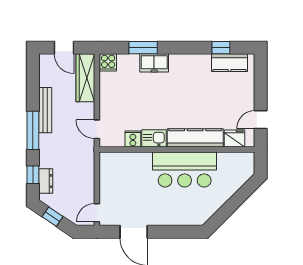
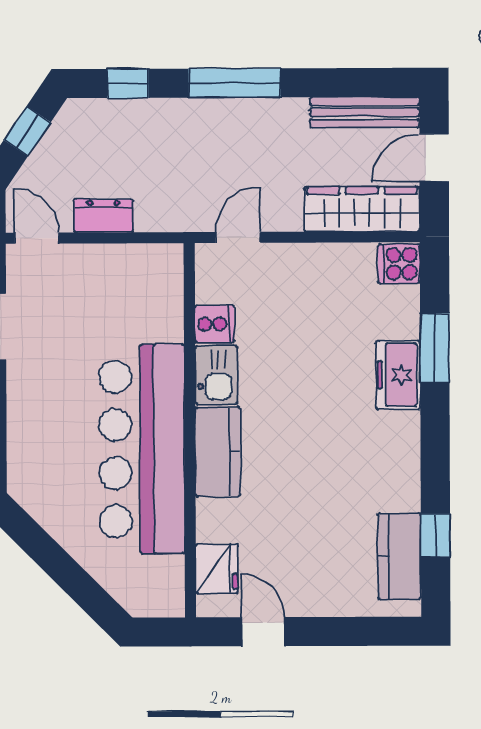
bench: (45, 110) -> (365, 112), moved
kitchen counter: (195, 138) -> (218, 452), width x0.67
bar counter: (185, 169) -> (142, 449), width x1.36
dresser: (46, 181) -> (103, 216), moved, turned 180

